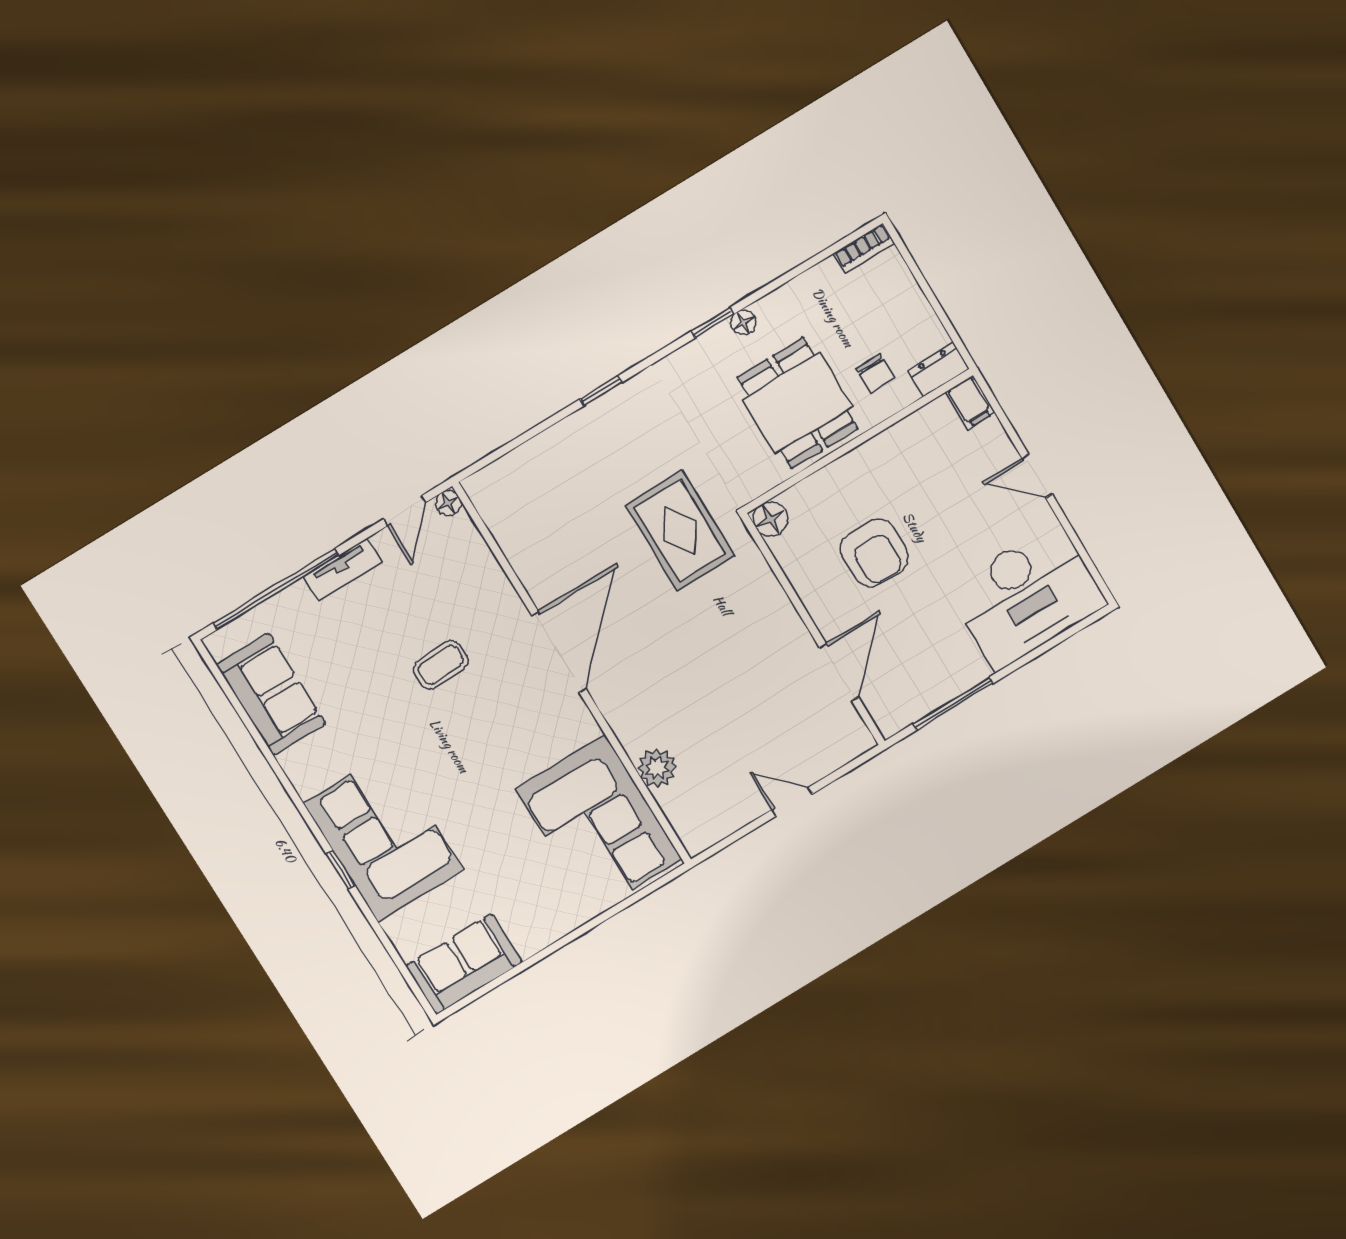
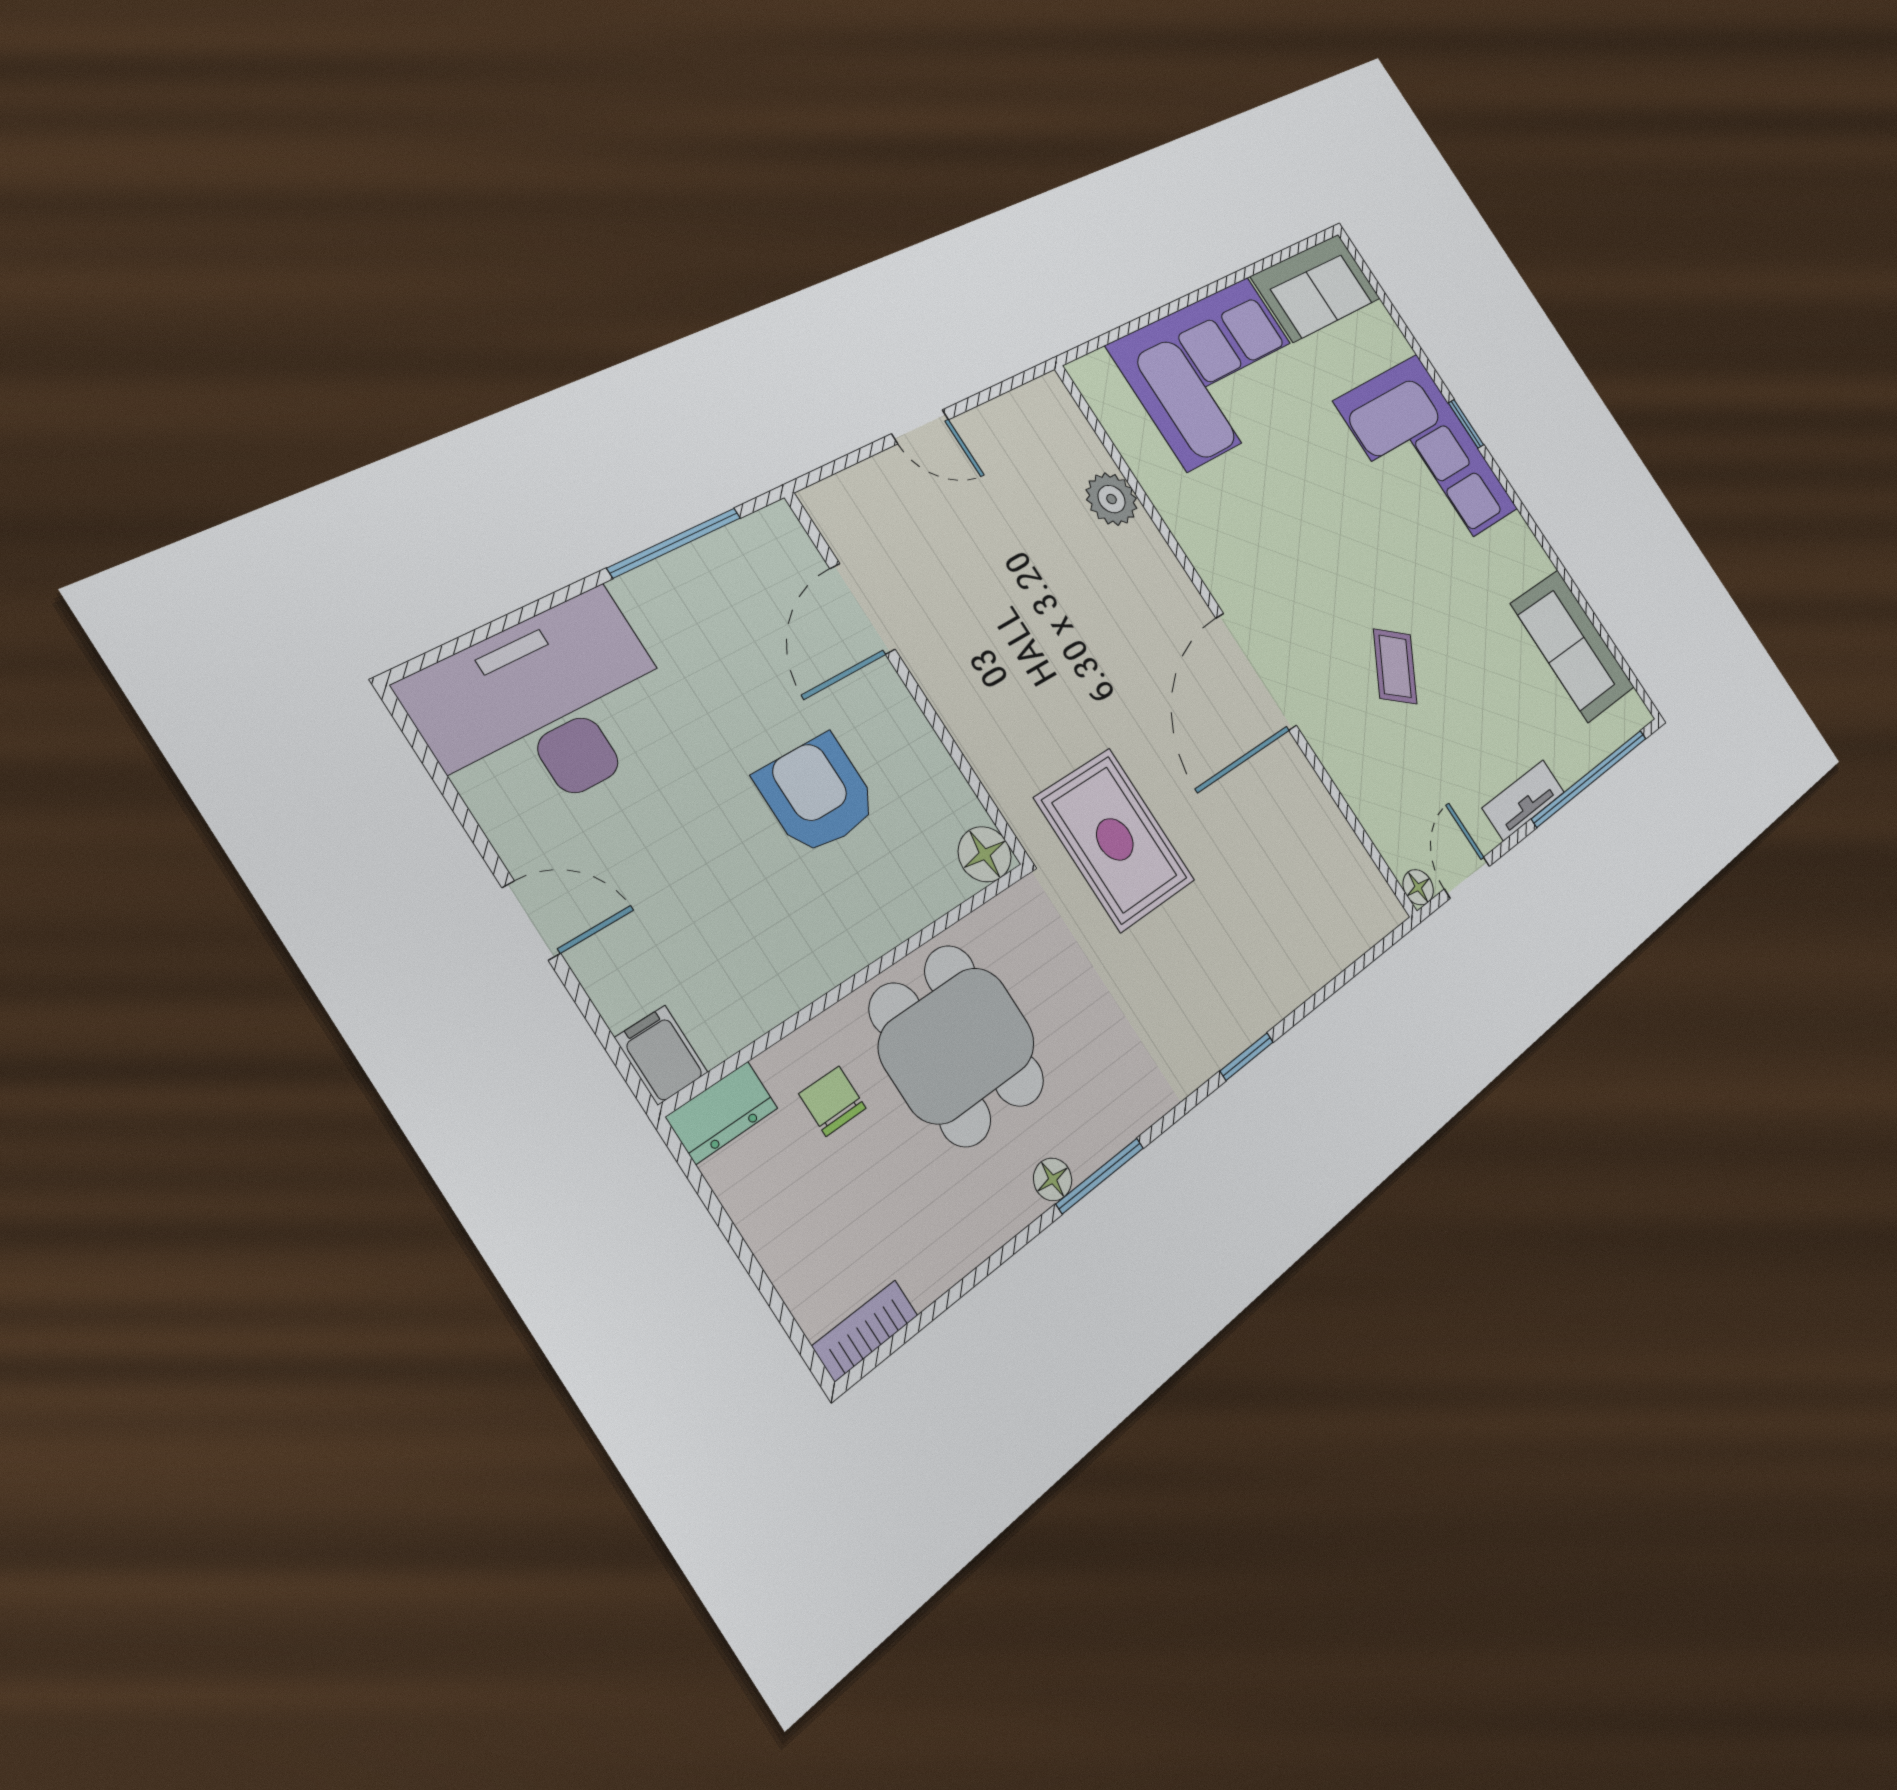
window: (712, 323) -> (1100, 1176), width x1.50
coffee table: (441, 665) -> (1395, 666), turned -52
corner sofa: (599, 824) -> (1218, 372), moved, turned 90

